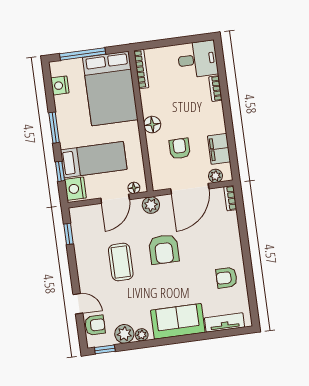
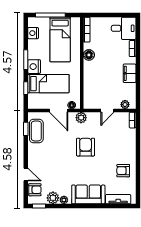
bed: (110, 89) -> (60, 39), width x0.67
floor lamp: (152, 125) -> (89, 55), moved
armchair: (180, 149) -> (104, 84), removed
filing cabinet: (219, 149) -> (130, 73), moved
nightstand: (75, 189) -> (34, 67), moved
door: (190, 189) -> (107, 111), width x0.53
door: (115, 199) -> (59, 111), hinge flipped
armchair: (164, 249) -> (86, 147), turned 180
coffee table: (121, 262) -> (36, 131), moved

